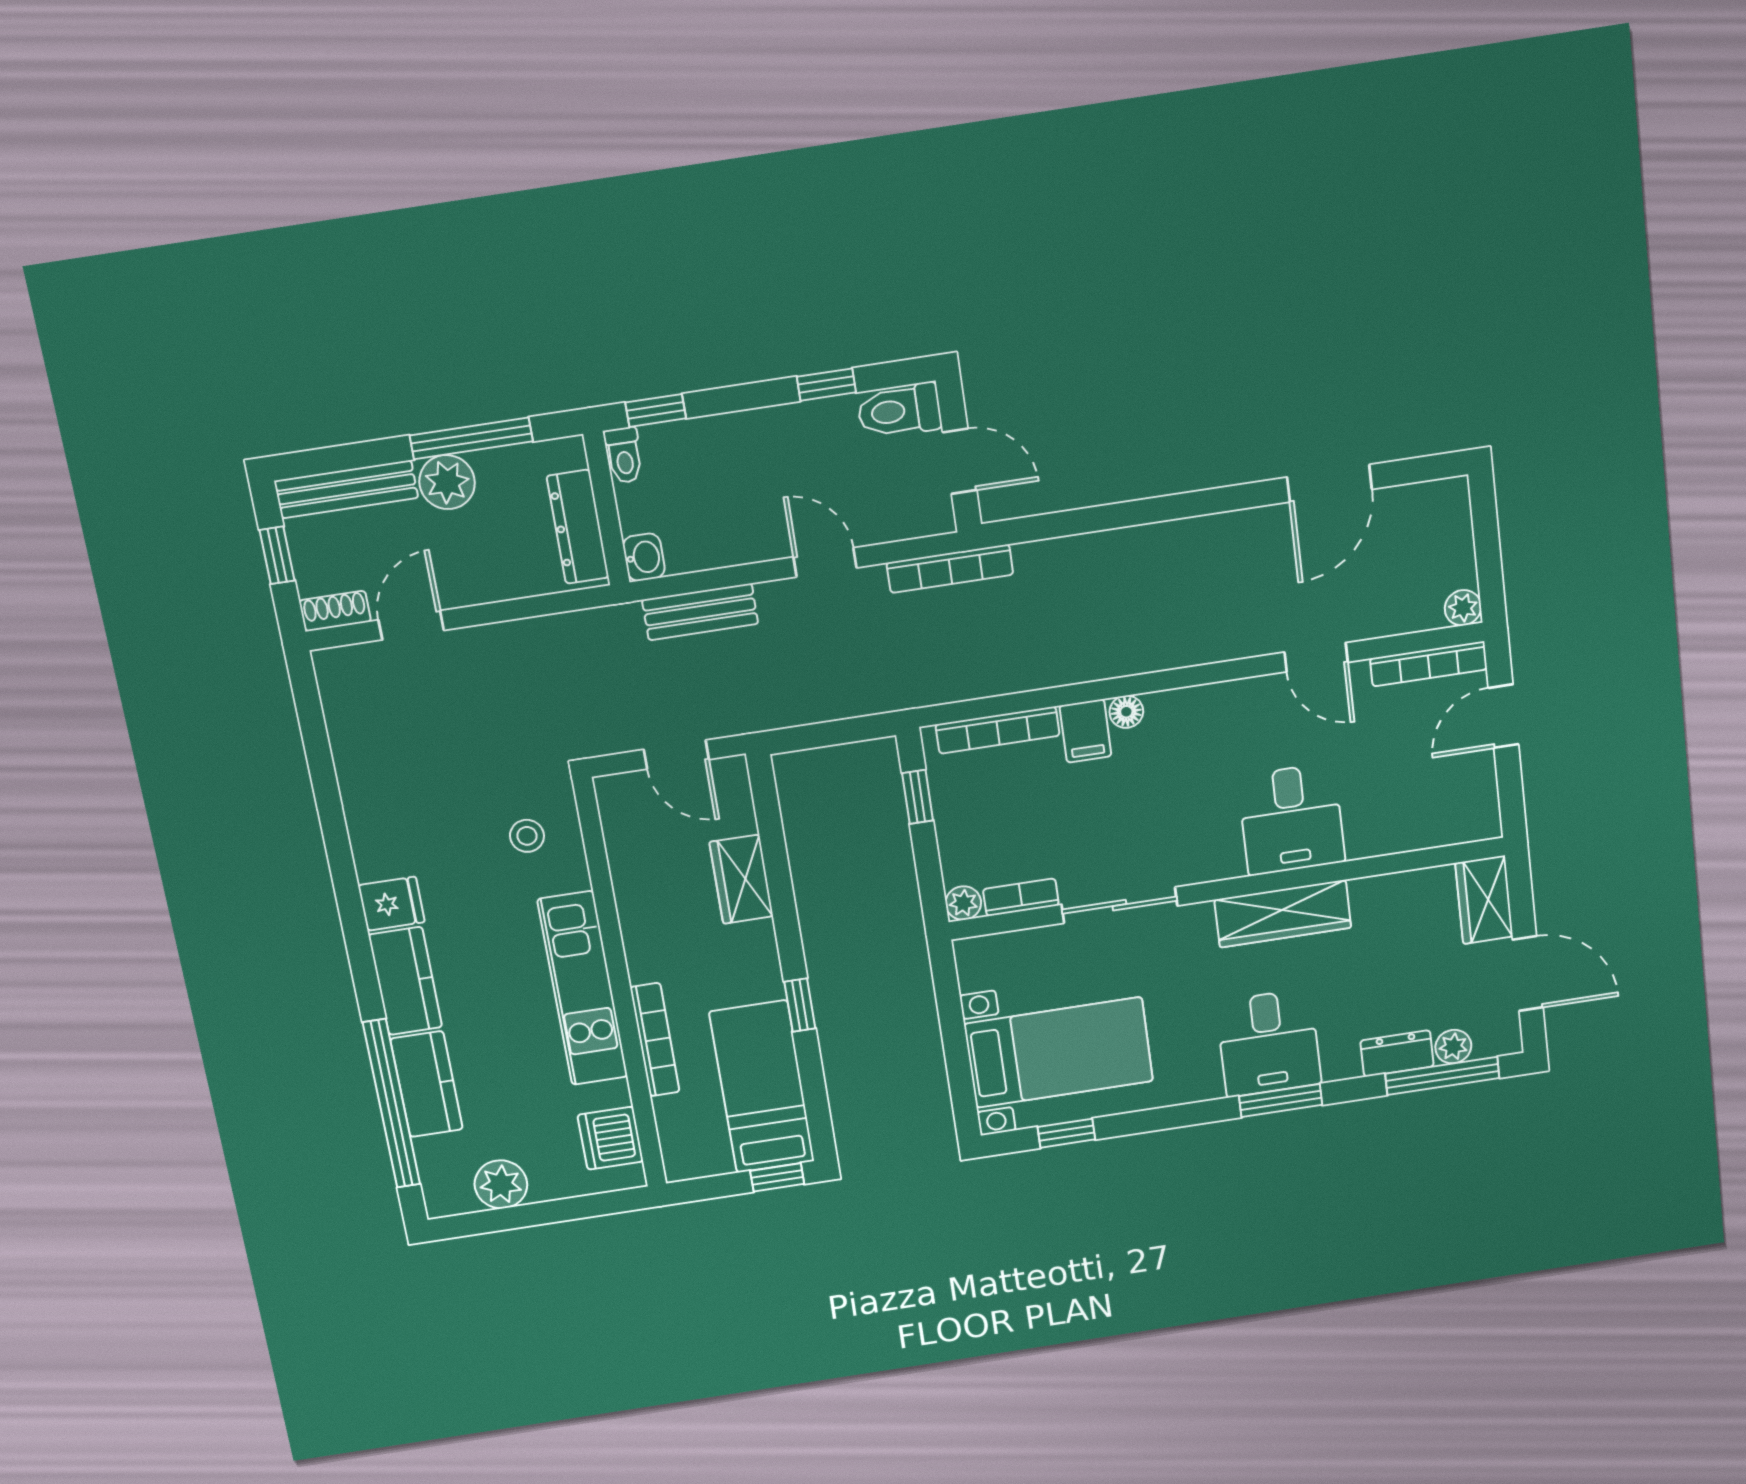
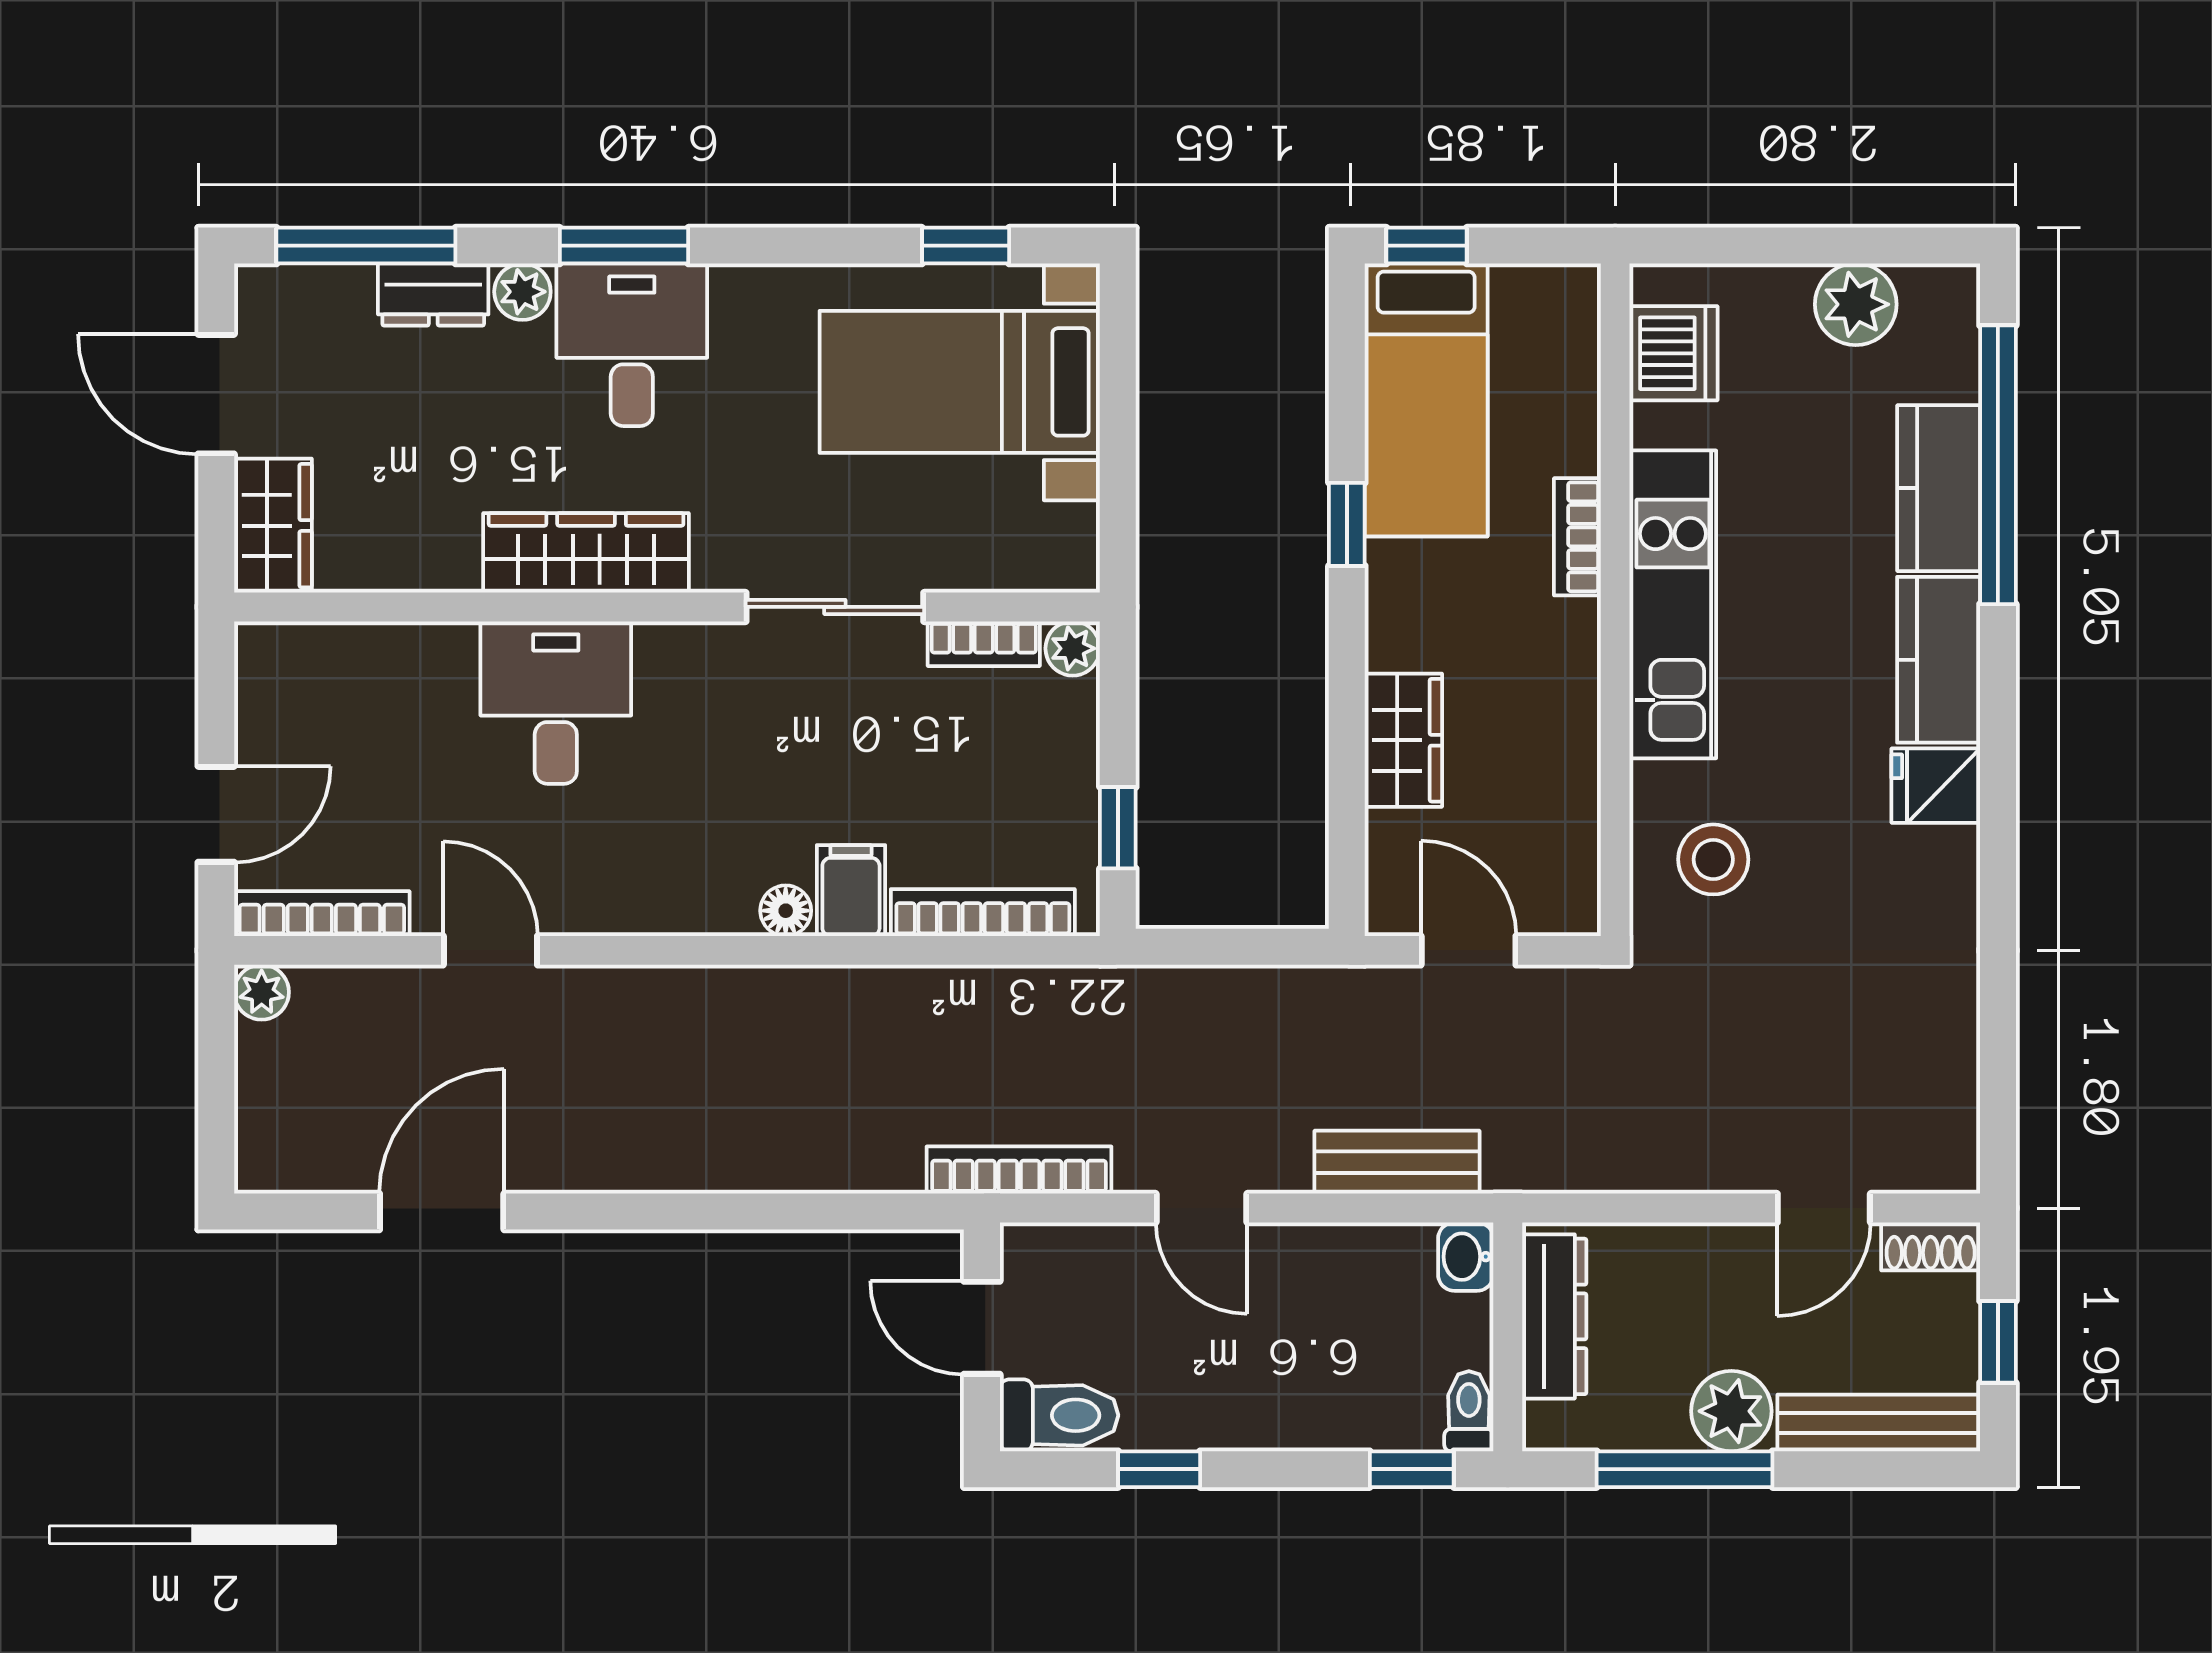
stool: (527, 836) -> (1713, 859), width x1.37, depth x1.37
bookcase: (655, 1040) -> (1577, 537), width x0.64
plant: (1453, 1047) -> (522, 292), moved

